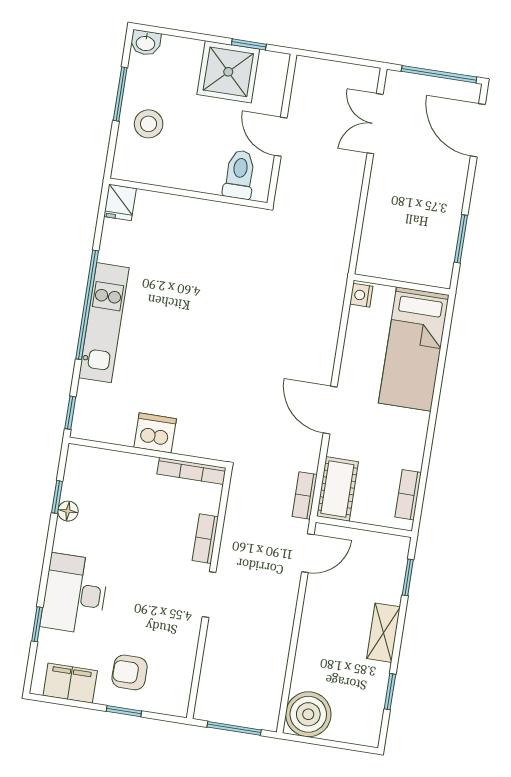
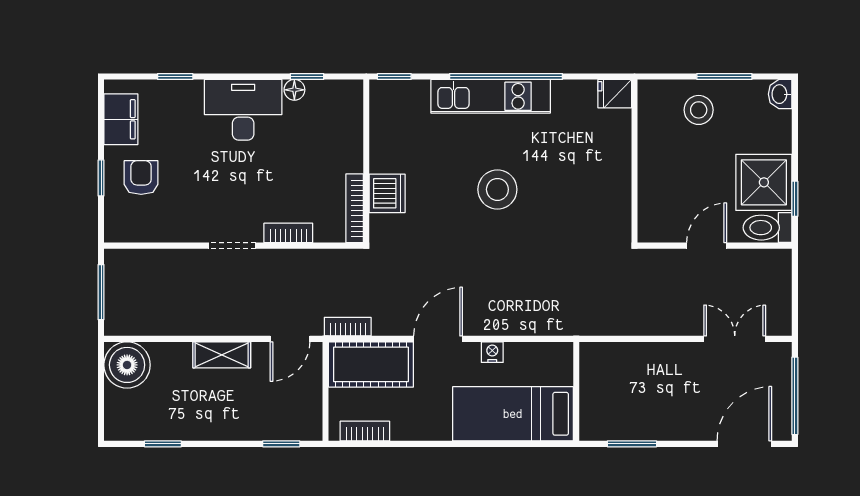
toilet: (239, 175) -> (768, 228), moved, turned 180
nightstand: (361, 295) -> (492, 352), moved
stool: (195, 330) -> (497, 189), added
dishwasher: (155, 433) -> (387, 193), moved
cot: (337, 489) -> (371, 364), width x1.37, depth x1.34
door: (308, 553) -> (290, 339), hinge flipped
desk: (75, 594) -> (243, 110), moved
shelving: (383, 633) -> (222, 355), moved

